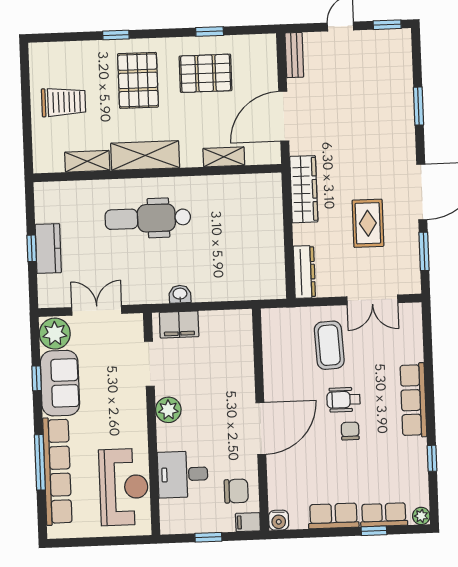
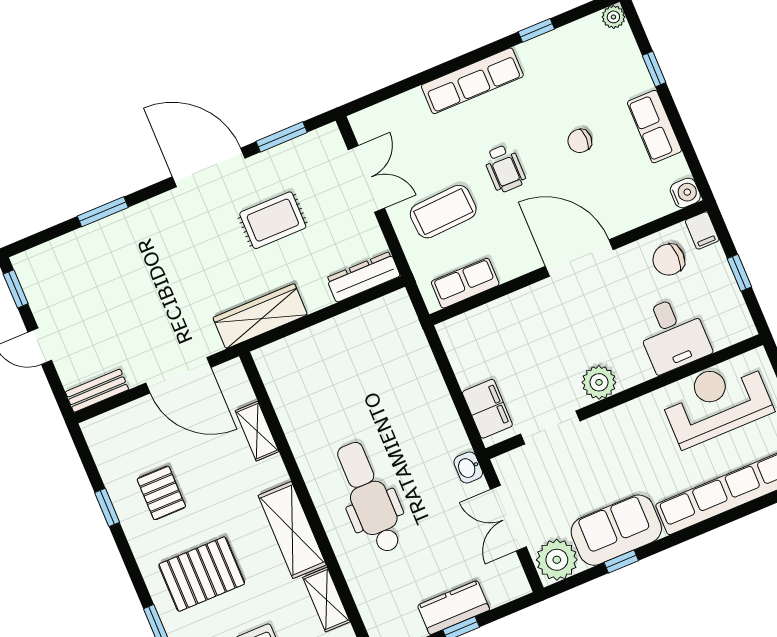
pallet: (206, 73) -> (161, 493), width x0.67, depth x0.71
dental chair: (148, 218) -> (369, 497), turned 180
washbasin: (180, 294) -> (468, 467), moved
chair: (350, 431) -> (580, 141), moved
window: (40, 462) -> (725, 518), removed
chair: (236, 491) -> (669, 260), turned -91
row of seats: (384, 515) -> (465, 283), moved, turned 90

